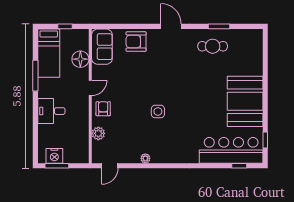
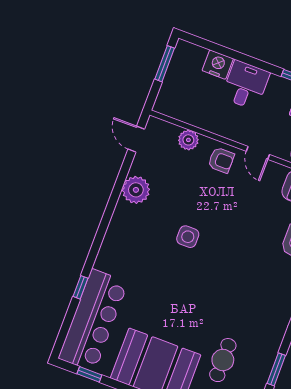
cafe table: (213, 46) -> (223, 360), moved
nightstand: (54, 156) -> (218, 65), moved, turned 90
plant: (145, 158) -> (136, 190), width x1.88, depth x1.88
window: (239, 166) -> (81, 287), moved

